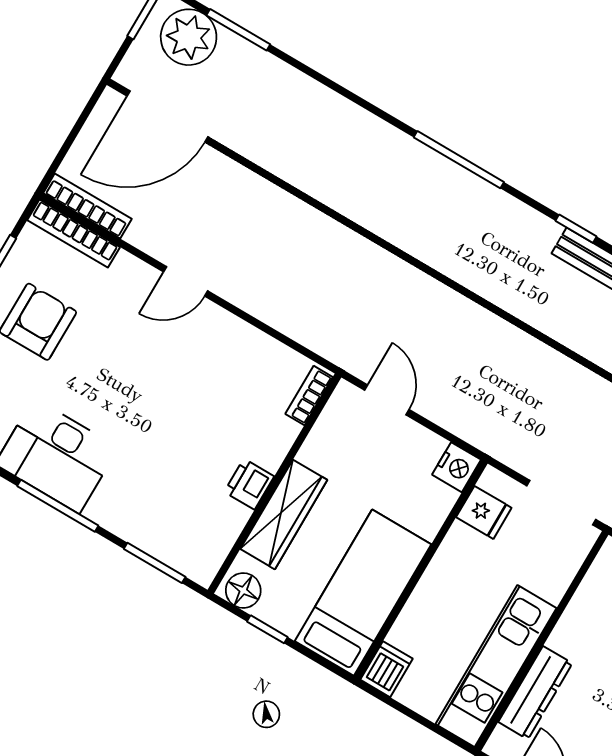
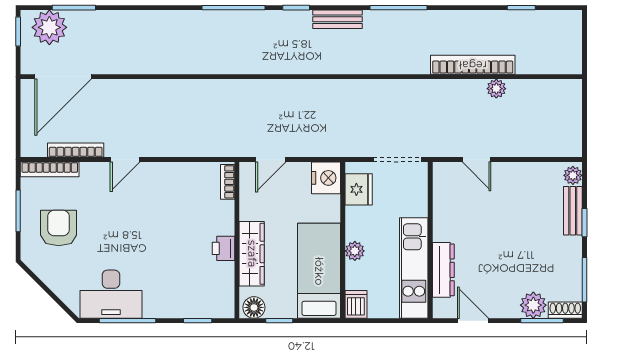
bookcase: (87, 206) -> (76, 150), moved
window: (576, 229) -> (296, 8), moved
door: (387, 400) -> (271, 160), swing flipped
nightstand: (457, 467) -> (326, 178), width x1.36, depth x1.33
fridge: (484, 512) -> (359, 189), width x1.38
window: (155, 563) -> (198, 321), width x0.67
plant: (429, 594) -> (355, 251), added

